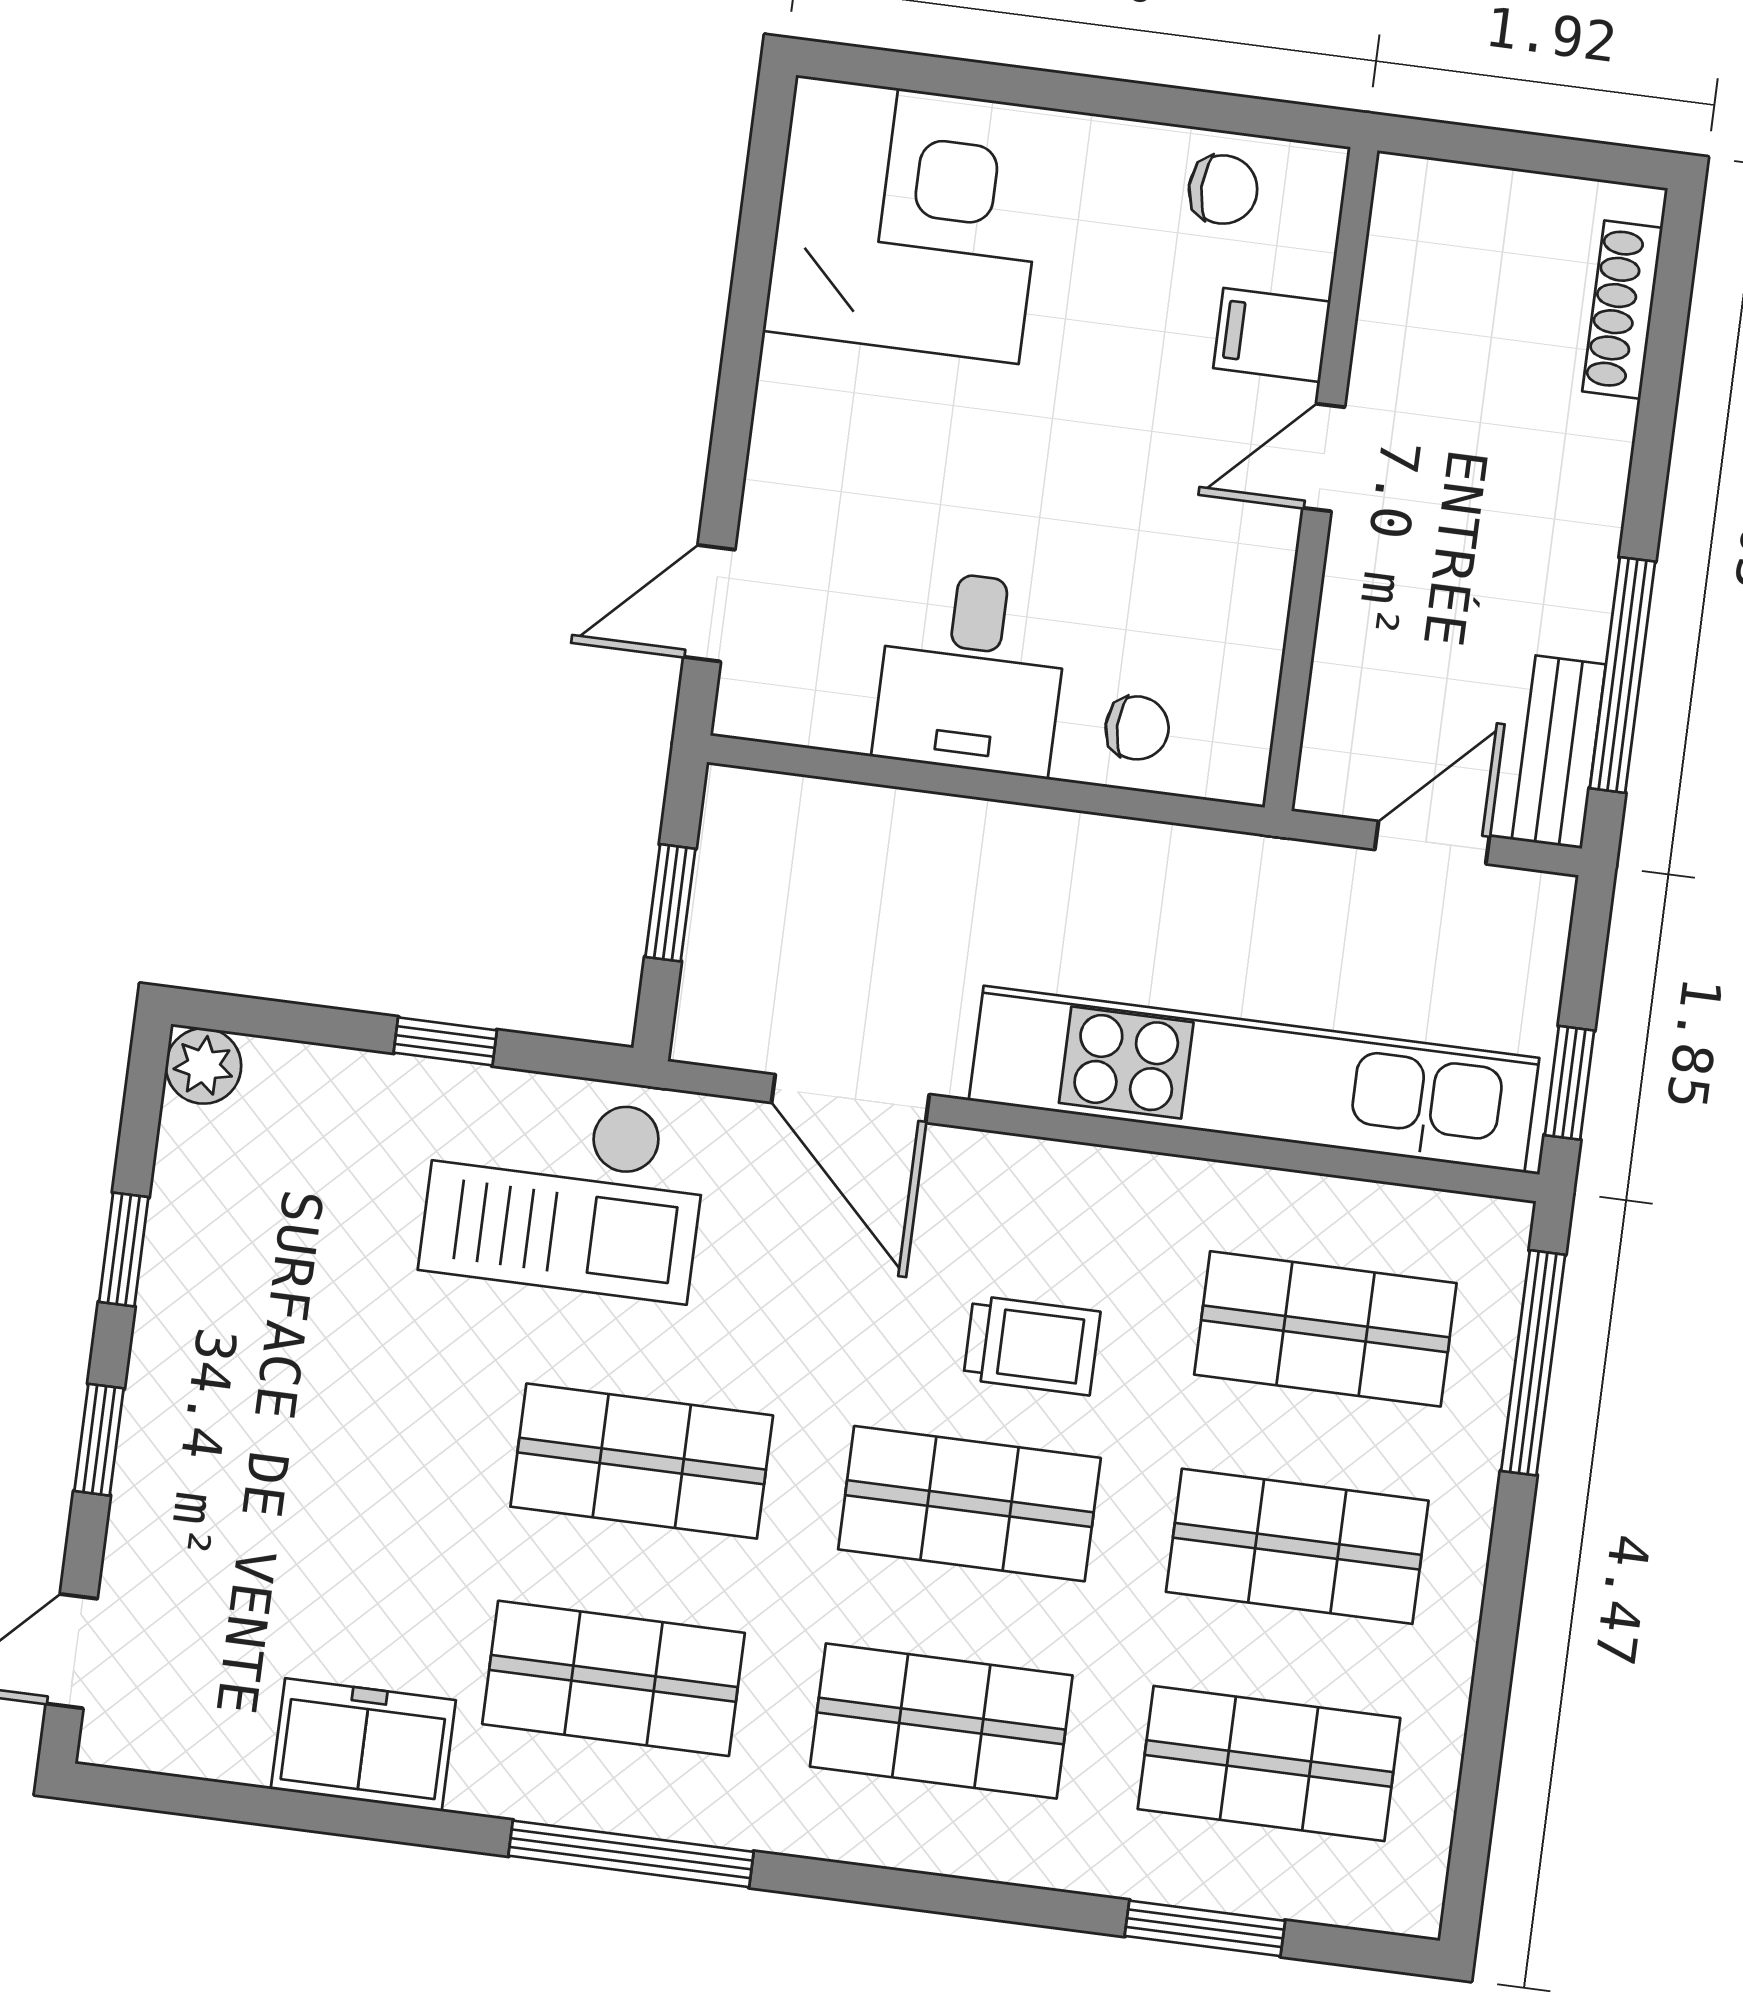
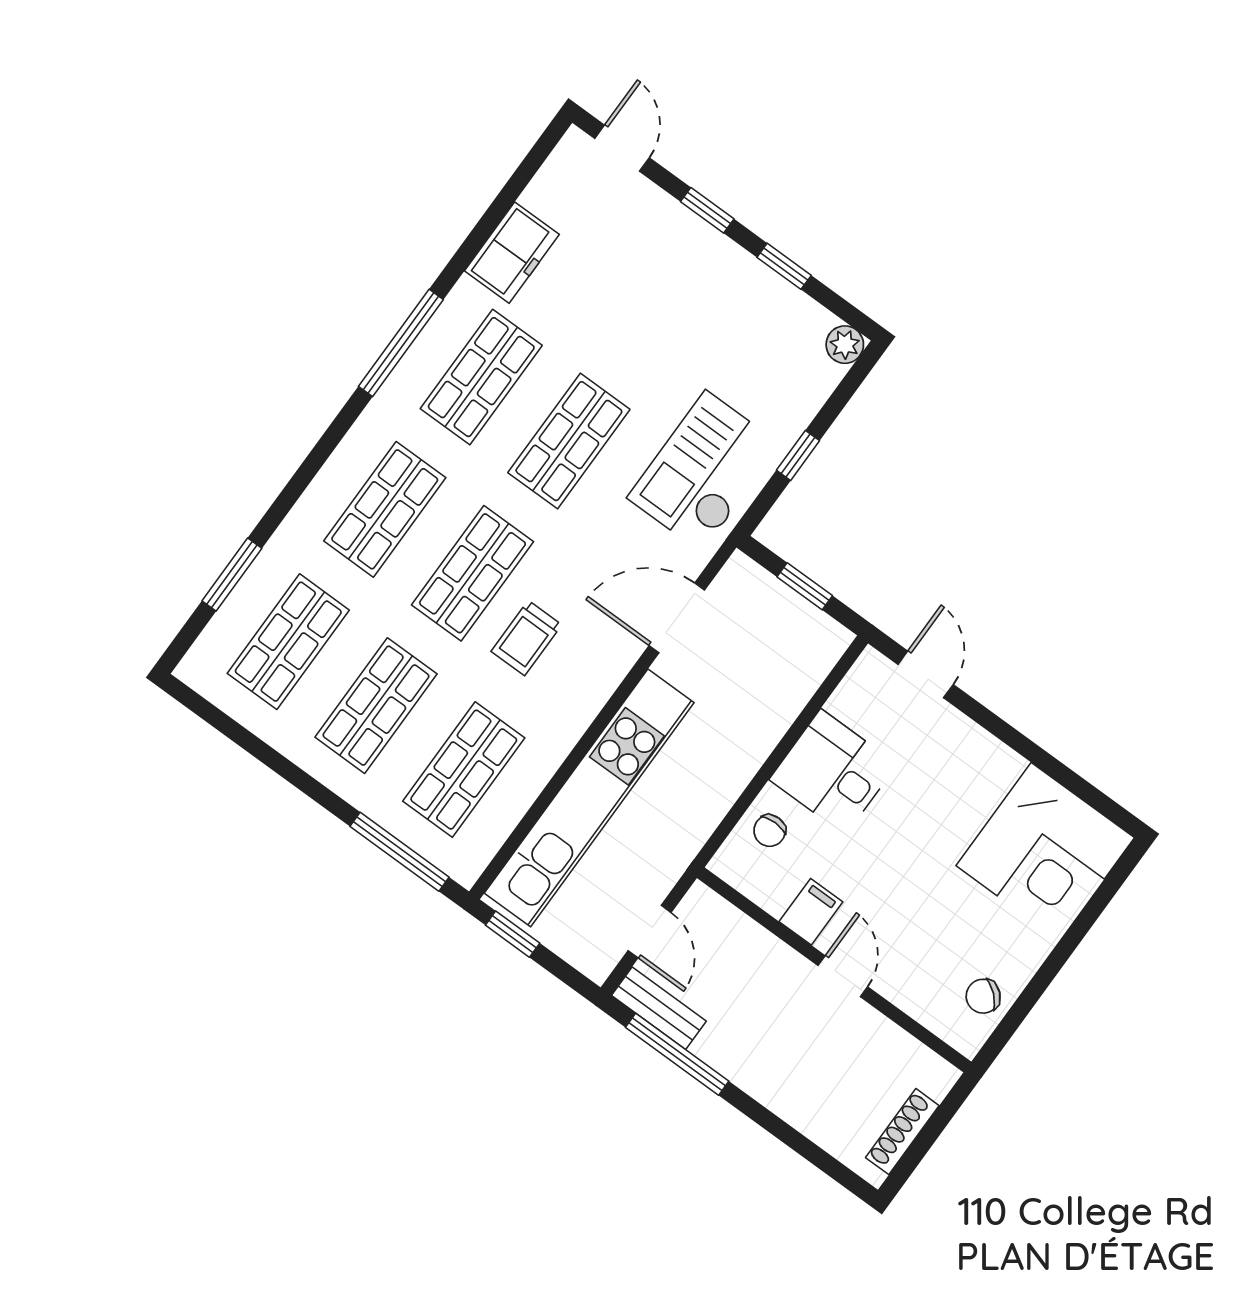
chair: (1223, 190) -> (983, 996), turned 41
shoe rack: (1622, 310) -> (902, 1132), moved, turned -90
filing cabinet: (1272, 335) -> (811, 912), moved

